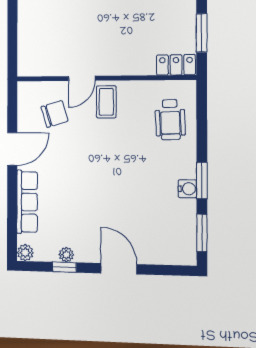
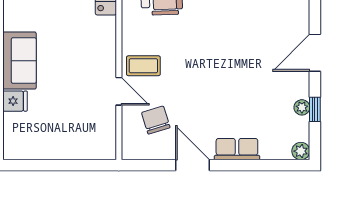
row of seats: (27, 202) -> (237, 149), width x0.68

